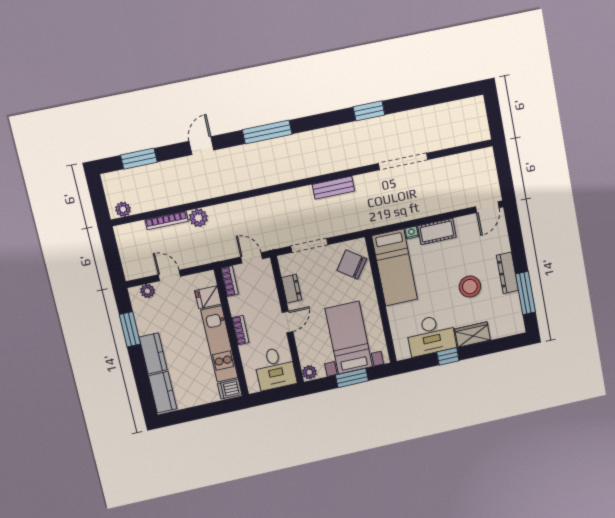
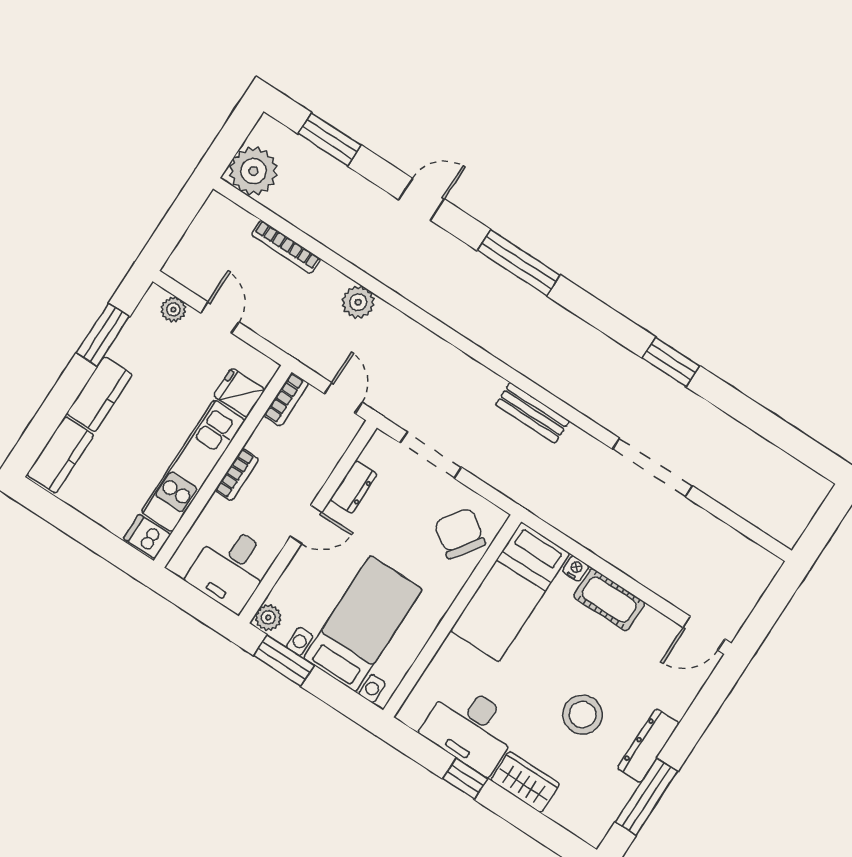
plant: (123, 209) -> (253, 171), width x1.87, depth x1.87
plant: (198, 218) -> (358, 302), moved
window: (352, 378) -> (284, 661), moved

